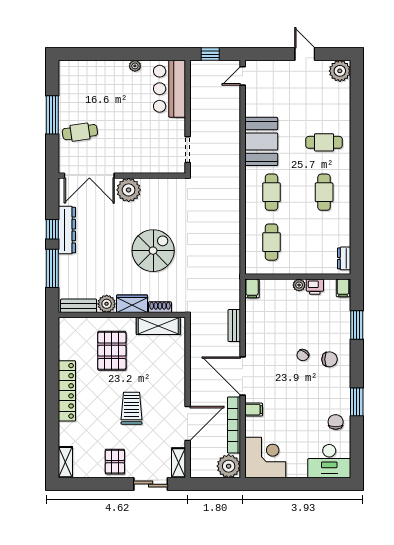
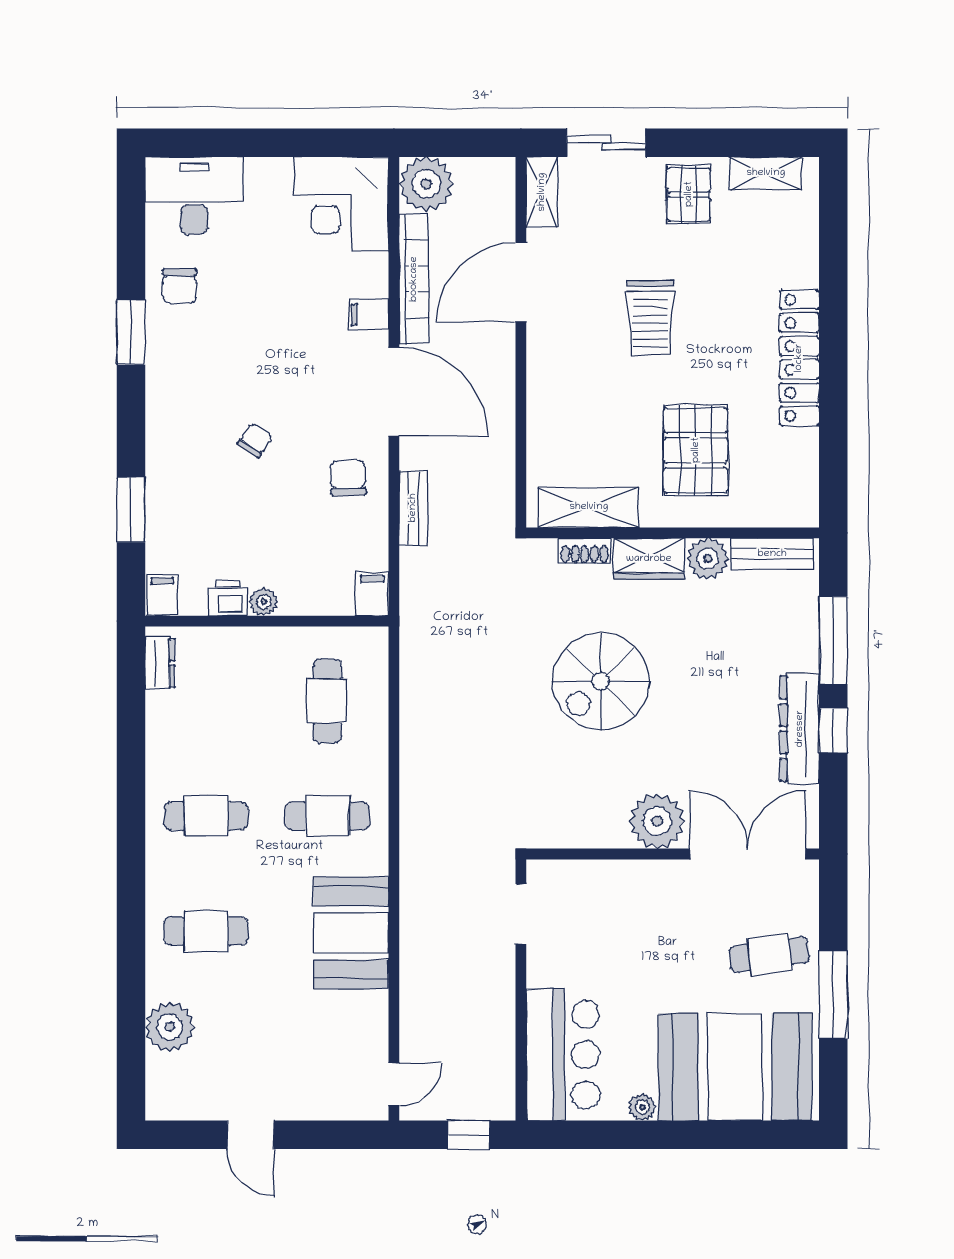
plant: (340, 71) -> (170, 1027), moved
booth: (95, 83) -> (735, 1067), added
cafe table: (271, 192) -> (327, 816), turned 90
cafe table: (324, 192) -> (206, 816), turned 90
chair: (330, 359) -> (348, 478), moved, turned 88
shelving: (65, 462) -> (766, 173), moved, turned 90

